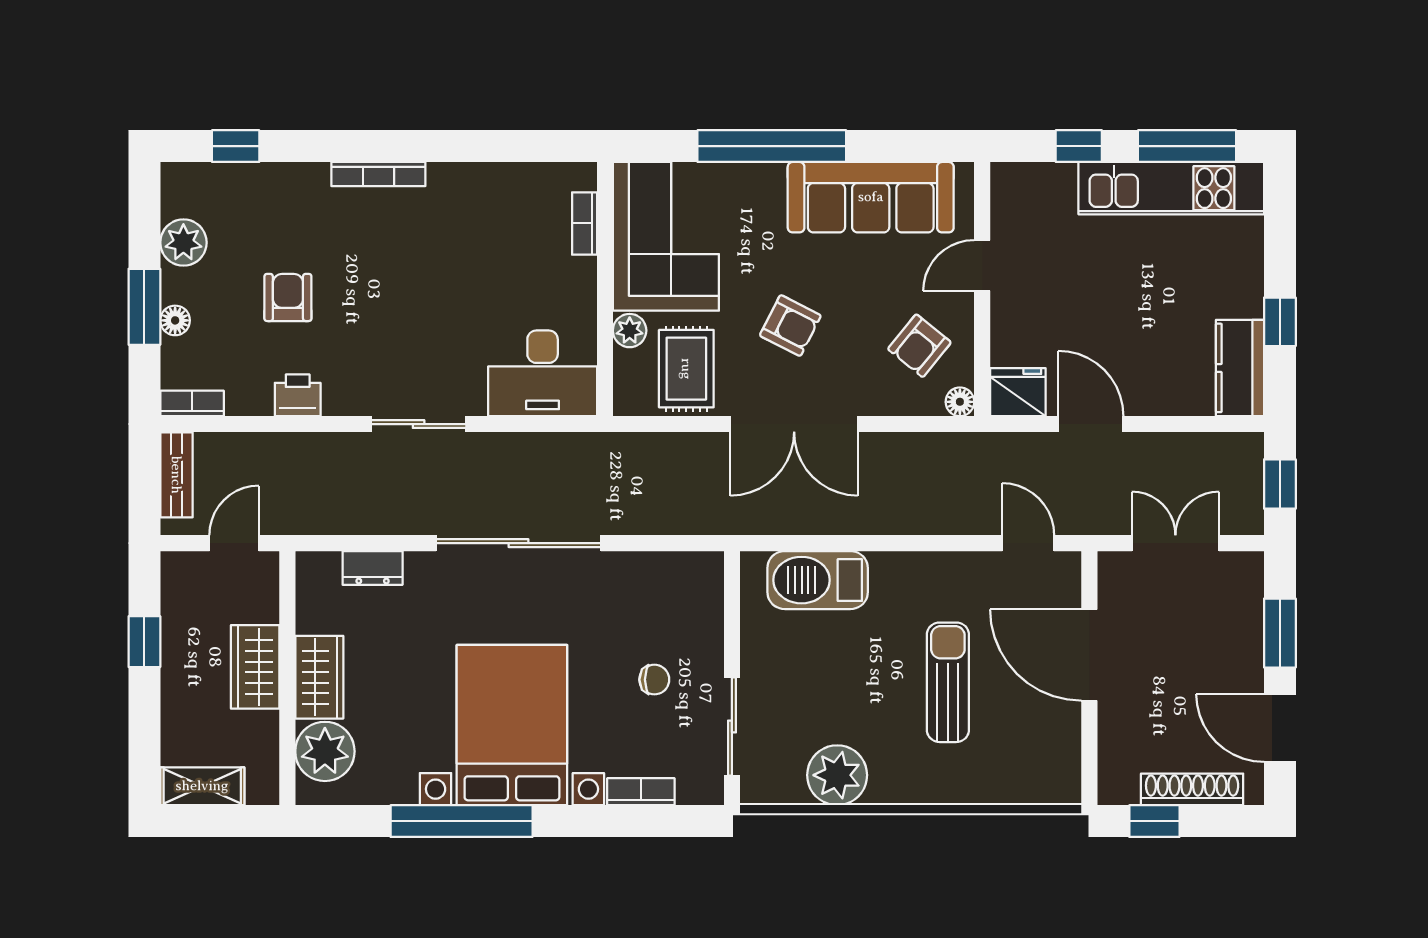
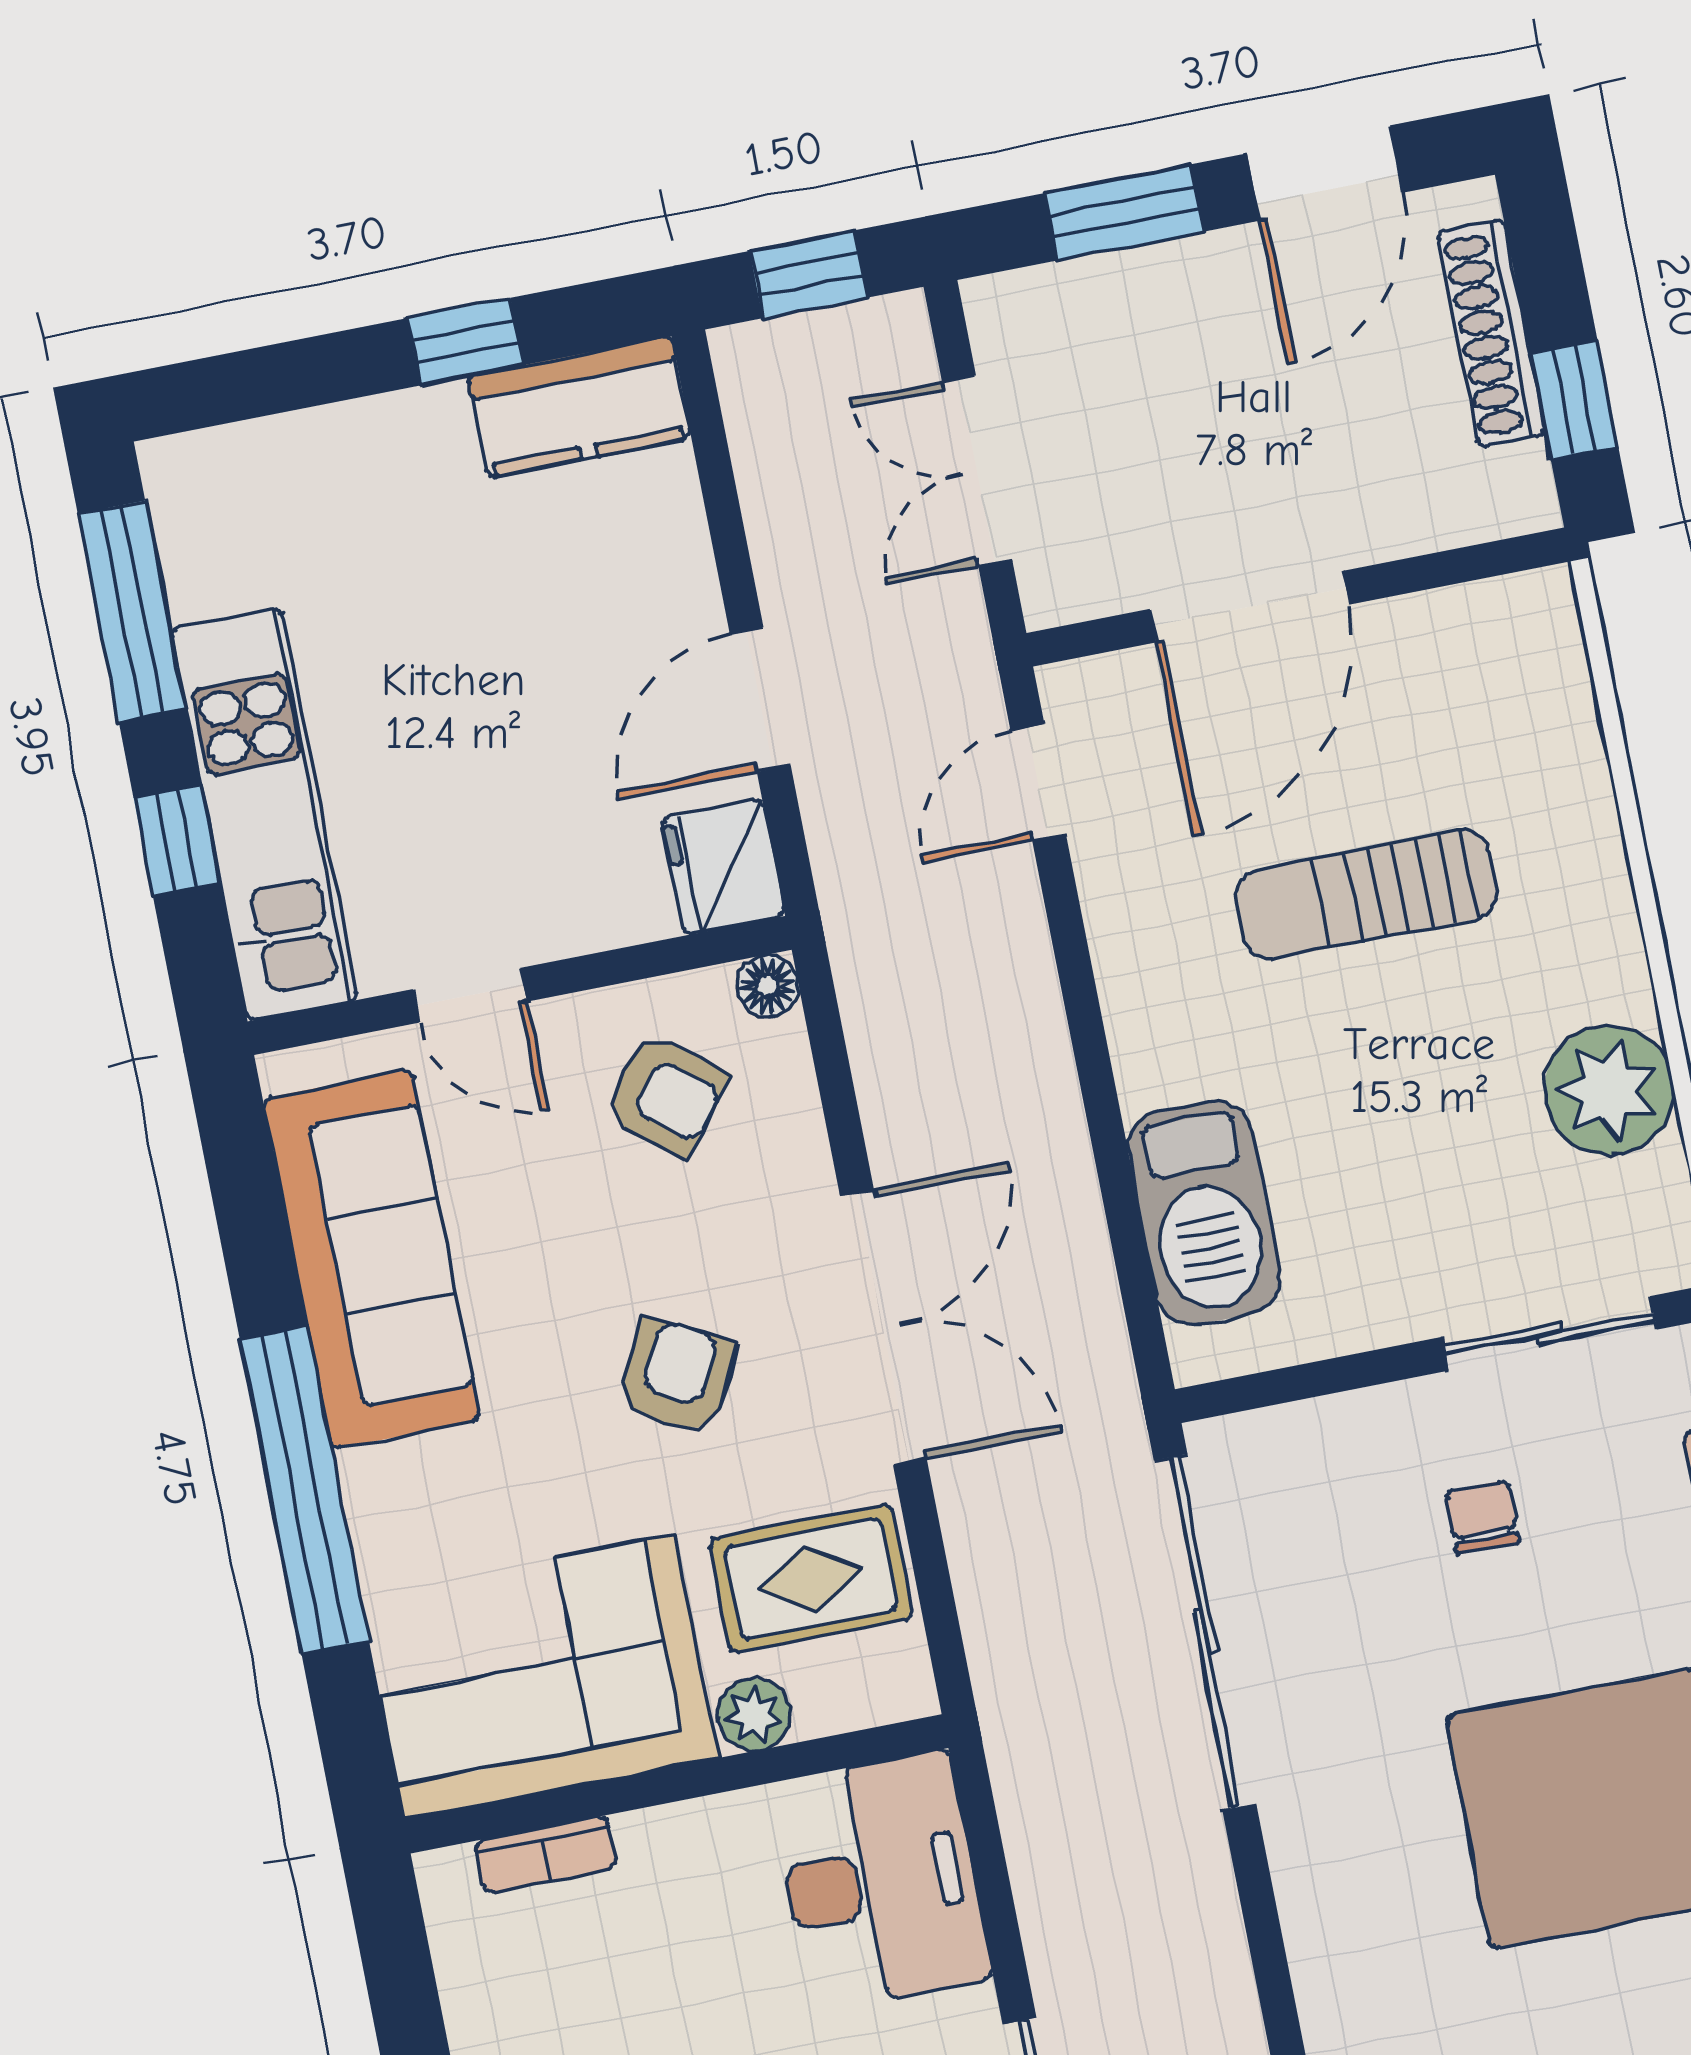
kitchen unit: (1171, 188) -> (264, 814), moved
sliding door: (519, 543) -> (1205, 1632), moved

